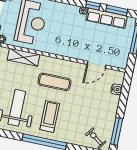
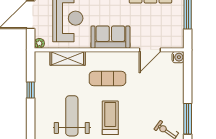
sofa: (64, 47) -> (110, 37), added
water cooler: (117, 89) -> (178, 57), moved

